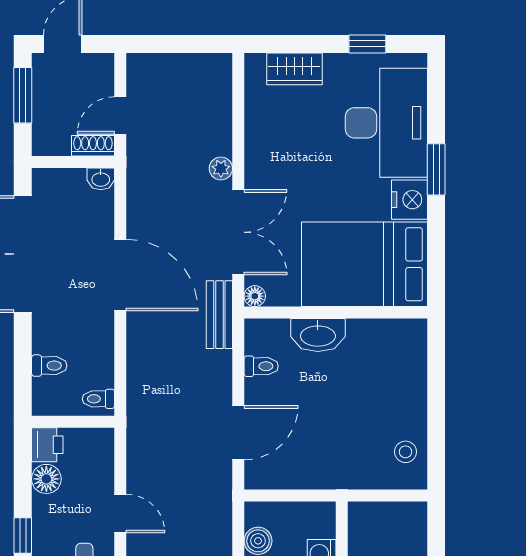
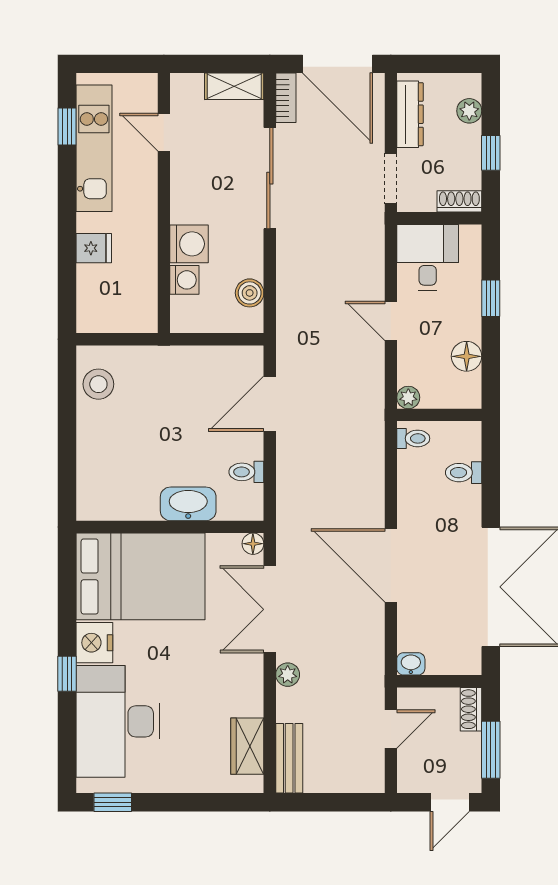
window: (367, 44) -> (113, 802), moved
wardrobe: (294, 69) -> (247, 746), moved, turned -90
shoe rack: (93, 146) -> (471, 709), moved, turned 90
window: (436, 169) -> (67, 674), width x0.67
bench: (219, 315) -> (289, 758), moved
plant: (103, 439) -> (408, 397), added
printer: (47, 445) -> (466, 391), removed
stool: (405, 452) -> (98, 384), width x1.37, depth x1.37

